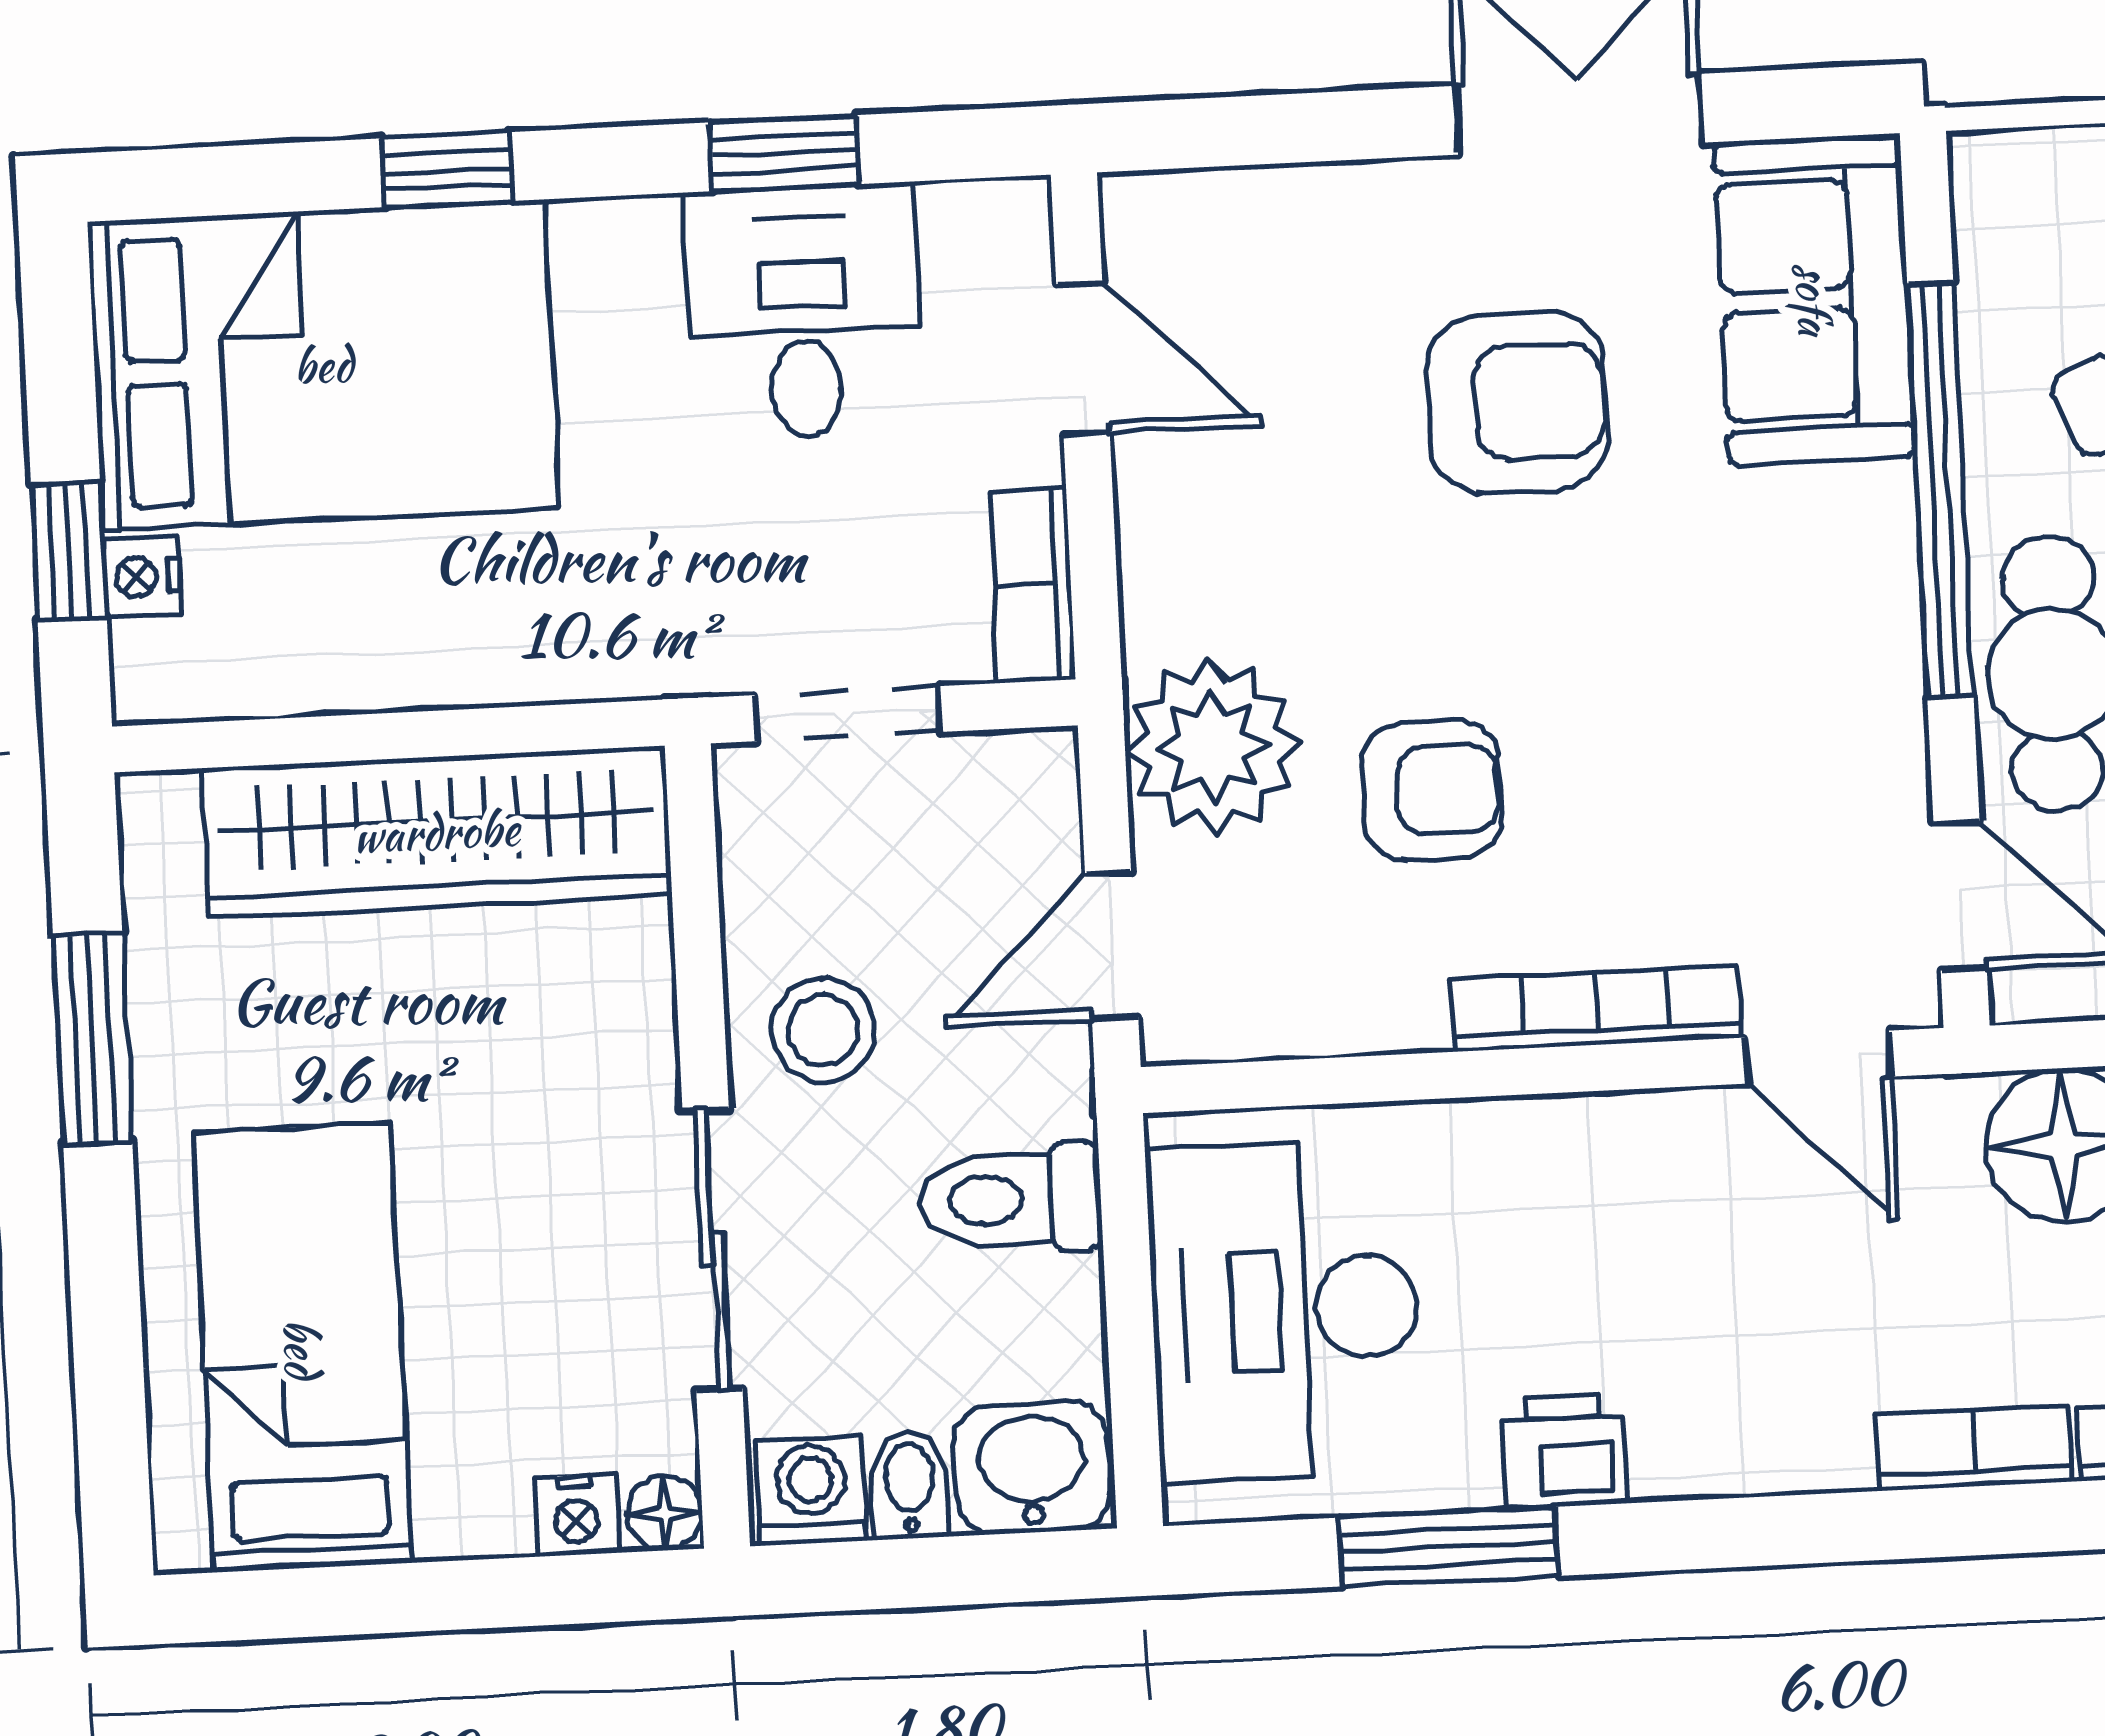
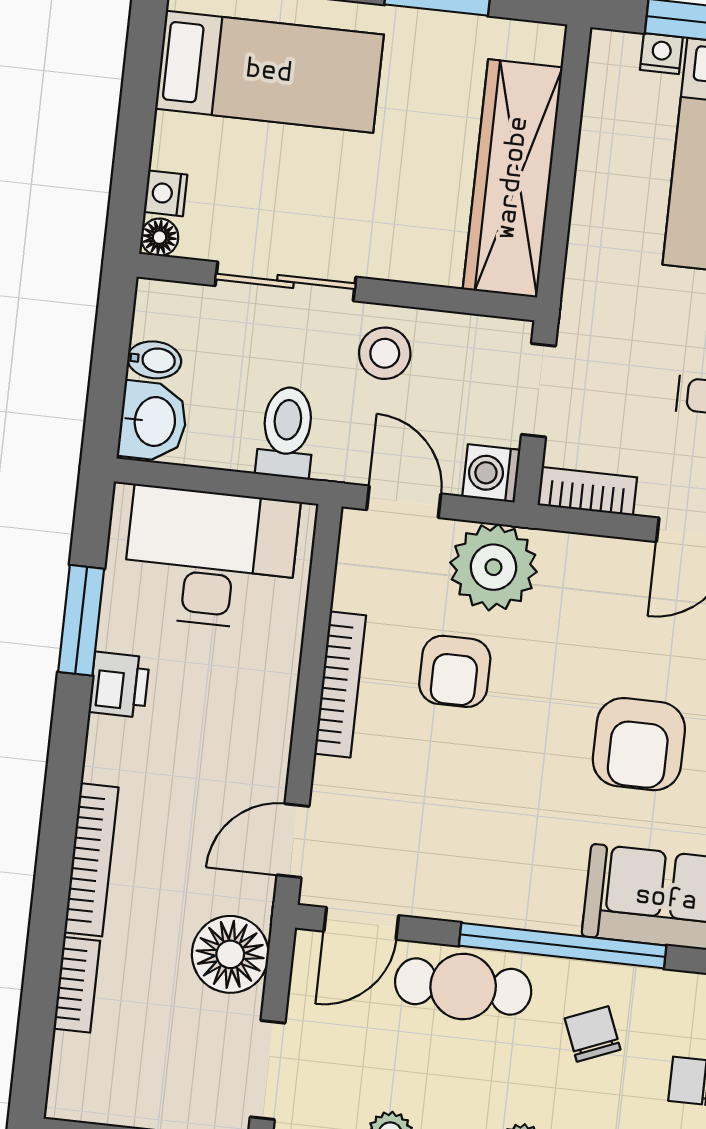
bookcase: (1596, 1008) -> (340, 684), moved
bookcase: (1974, 1448) -> (91, 860), width x1.56
washing machine: (811, 1490) -> (491, 473), moved, turned 180

